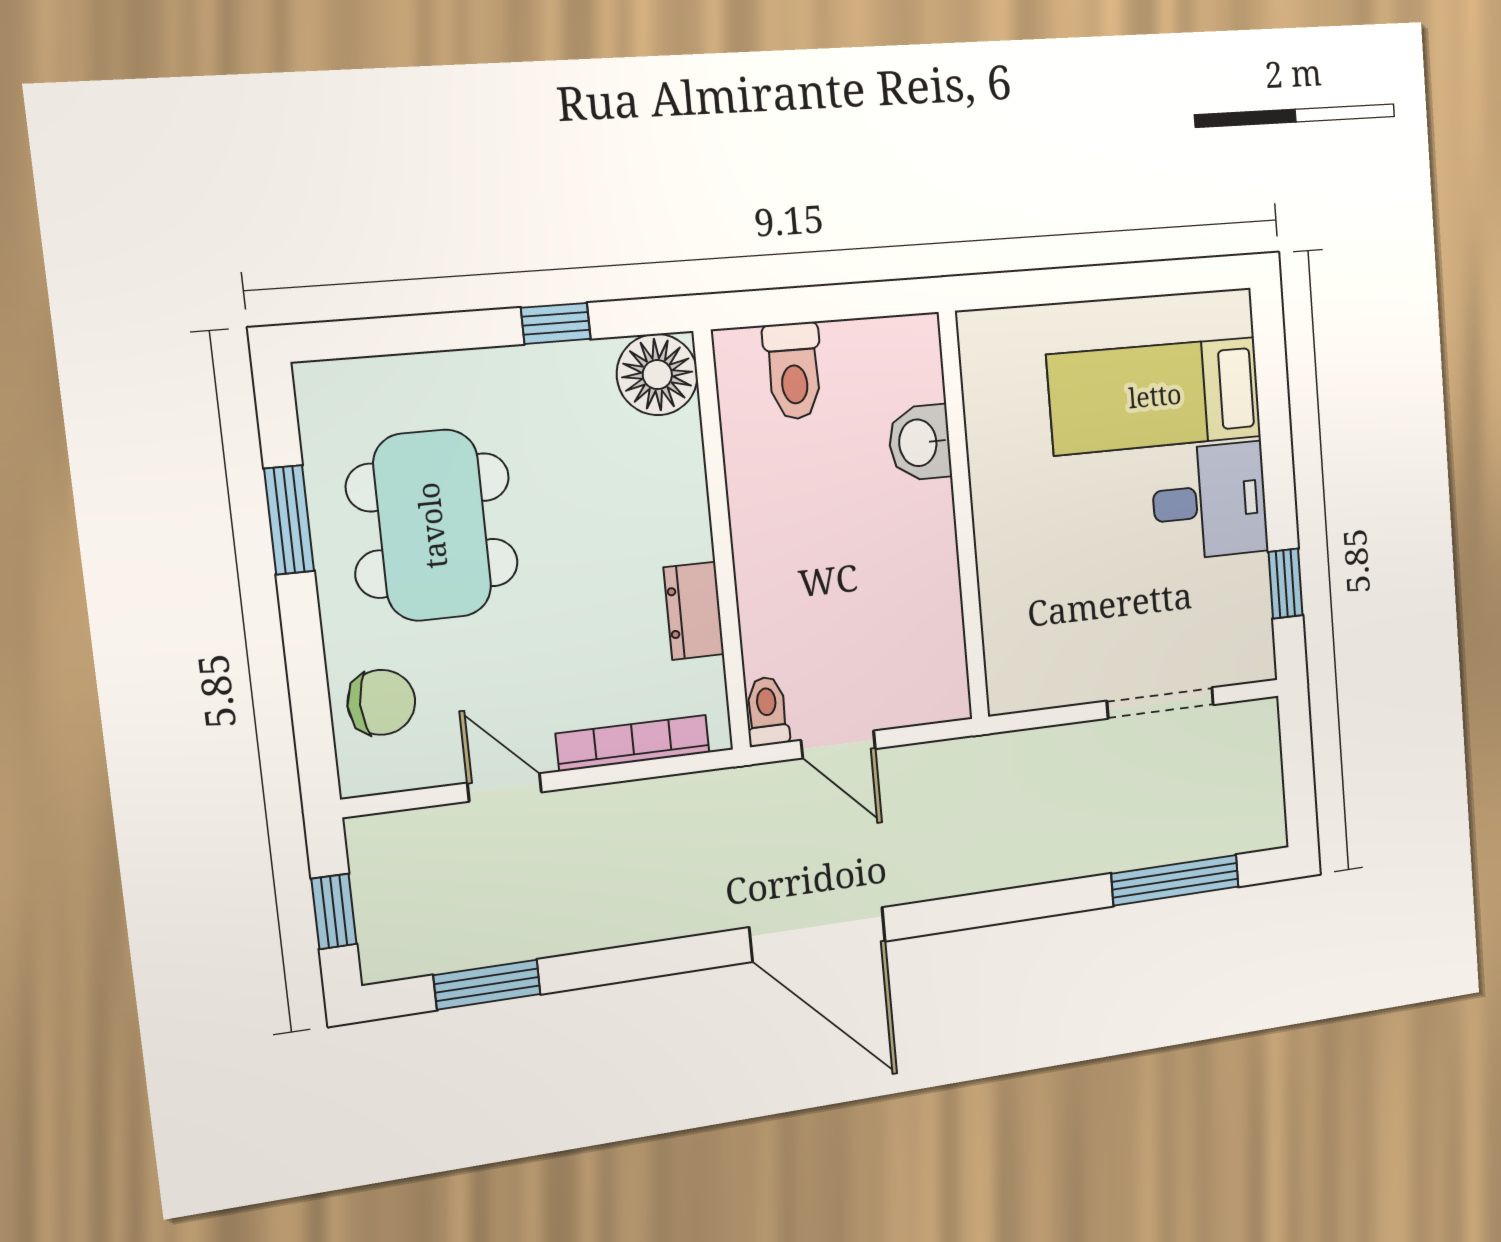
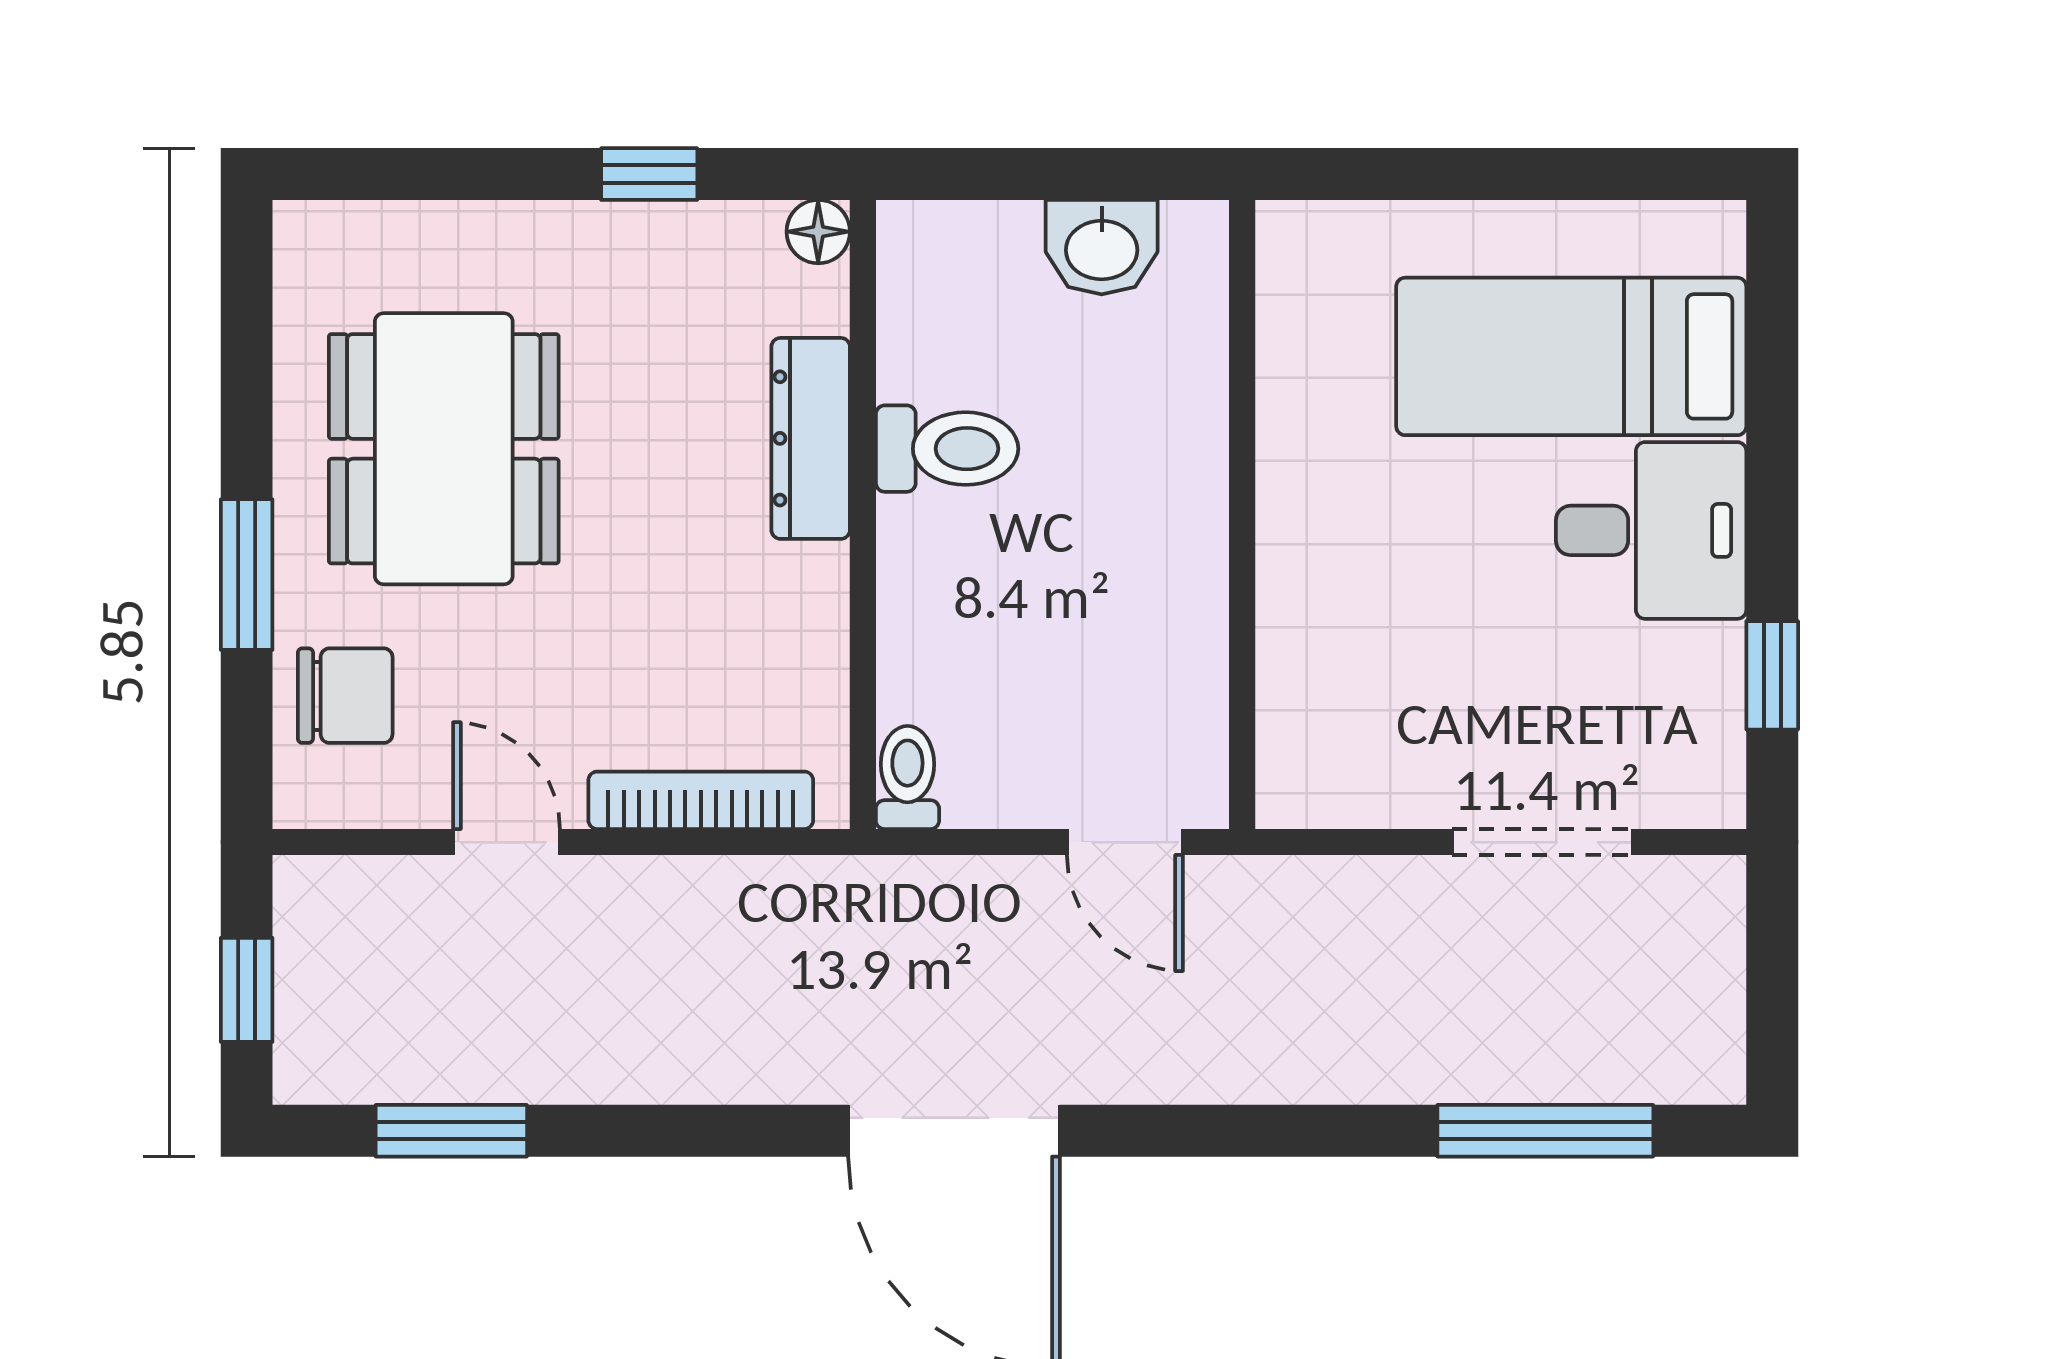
toilet: (794, 371) -> (947, 449), moved, turned -90
floor lamp: (657, 375) -> (818, 232), width x0.53, depth x0.53
washbasin: (920, 443) -> (1102, 247), moved, turned -90
window: (289, 520) -> (247, 575), moved
dresser: (694, 611) -> (811, 438), moved, width x1.44
door: (838, 744) -> (1125, 842), moved

